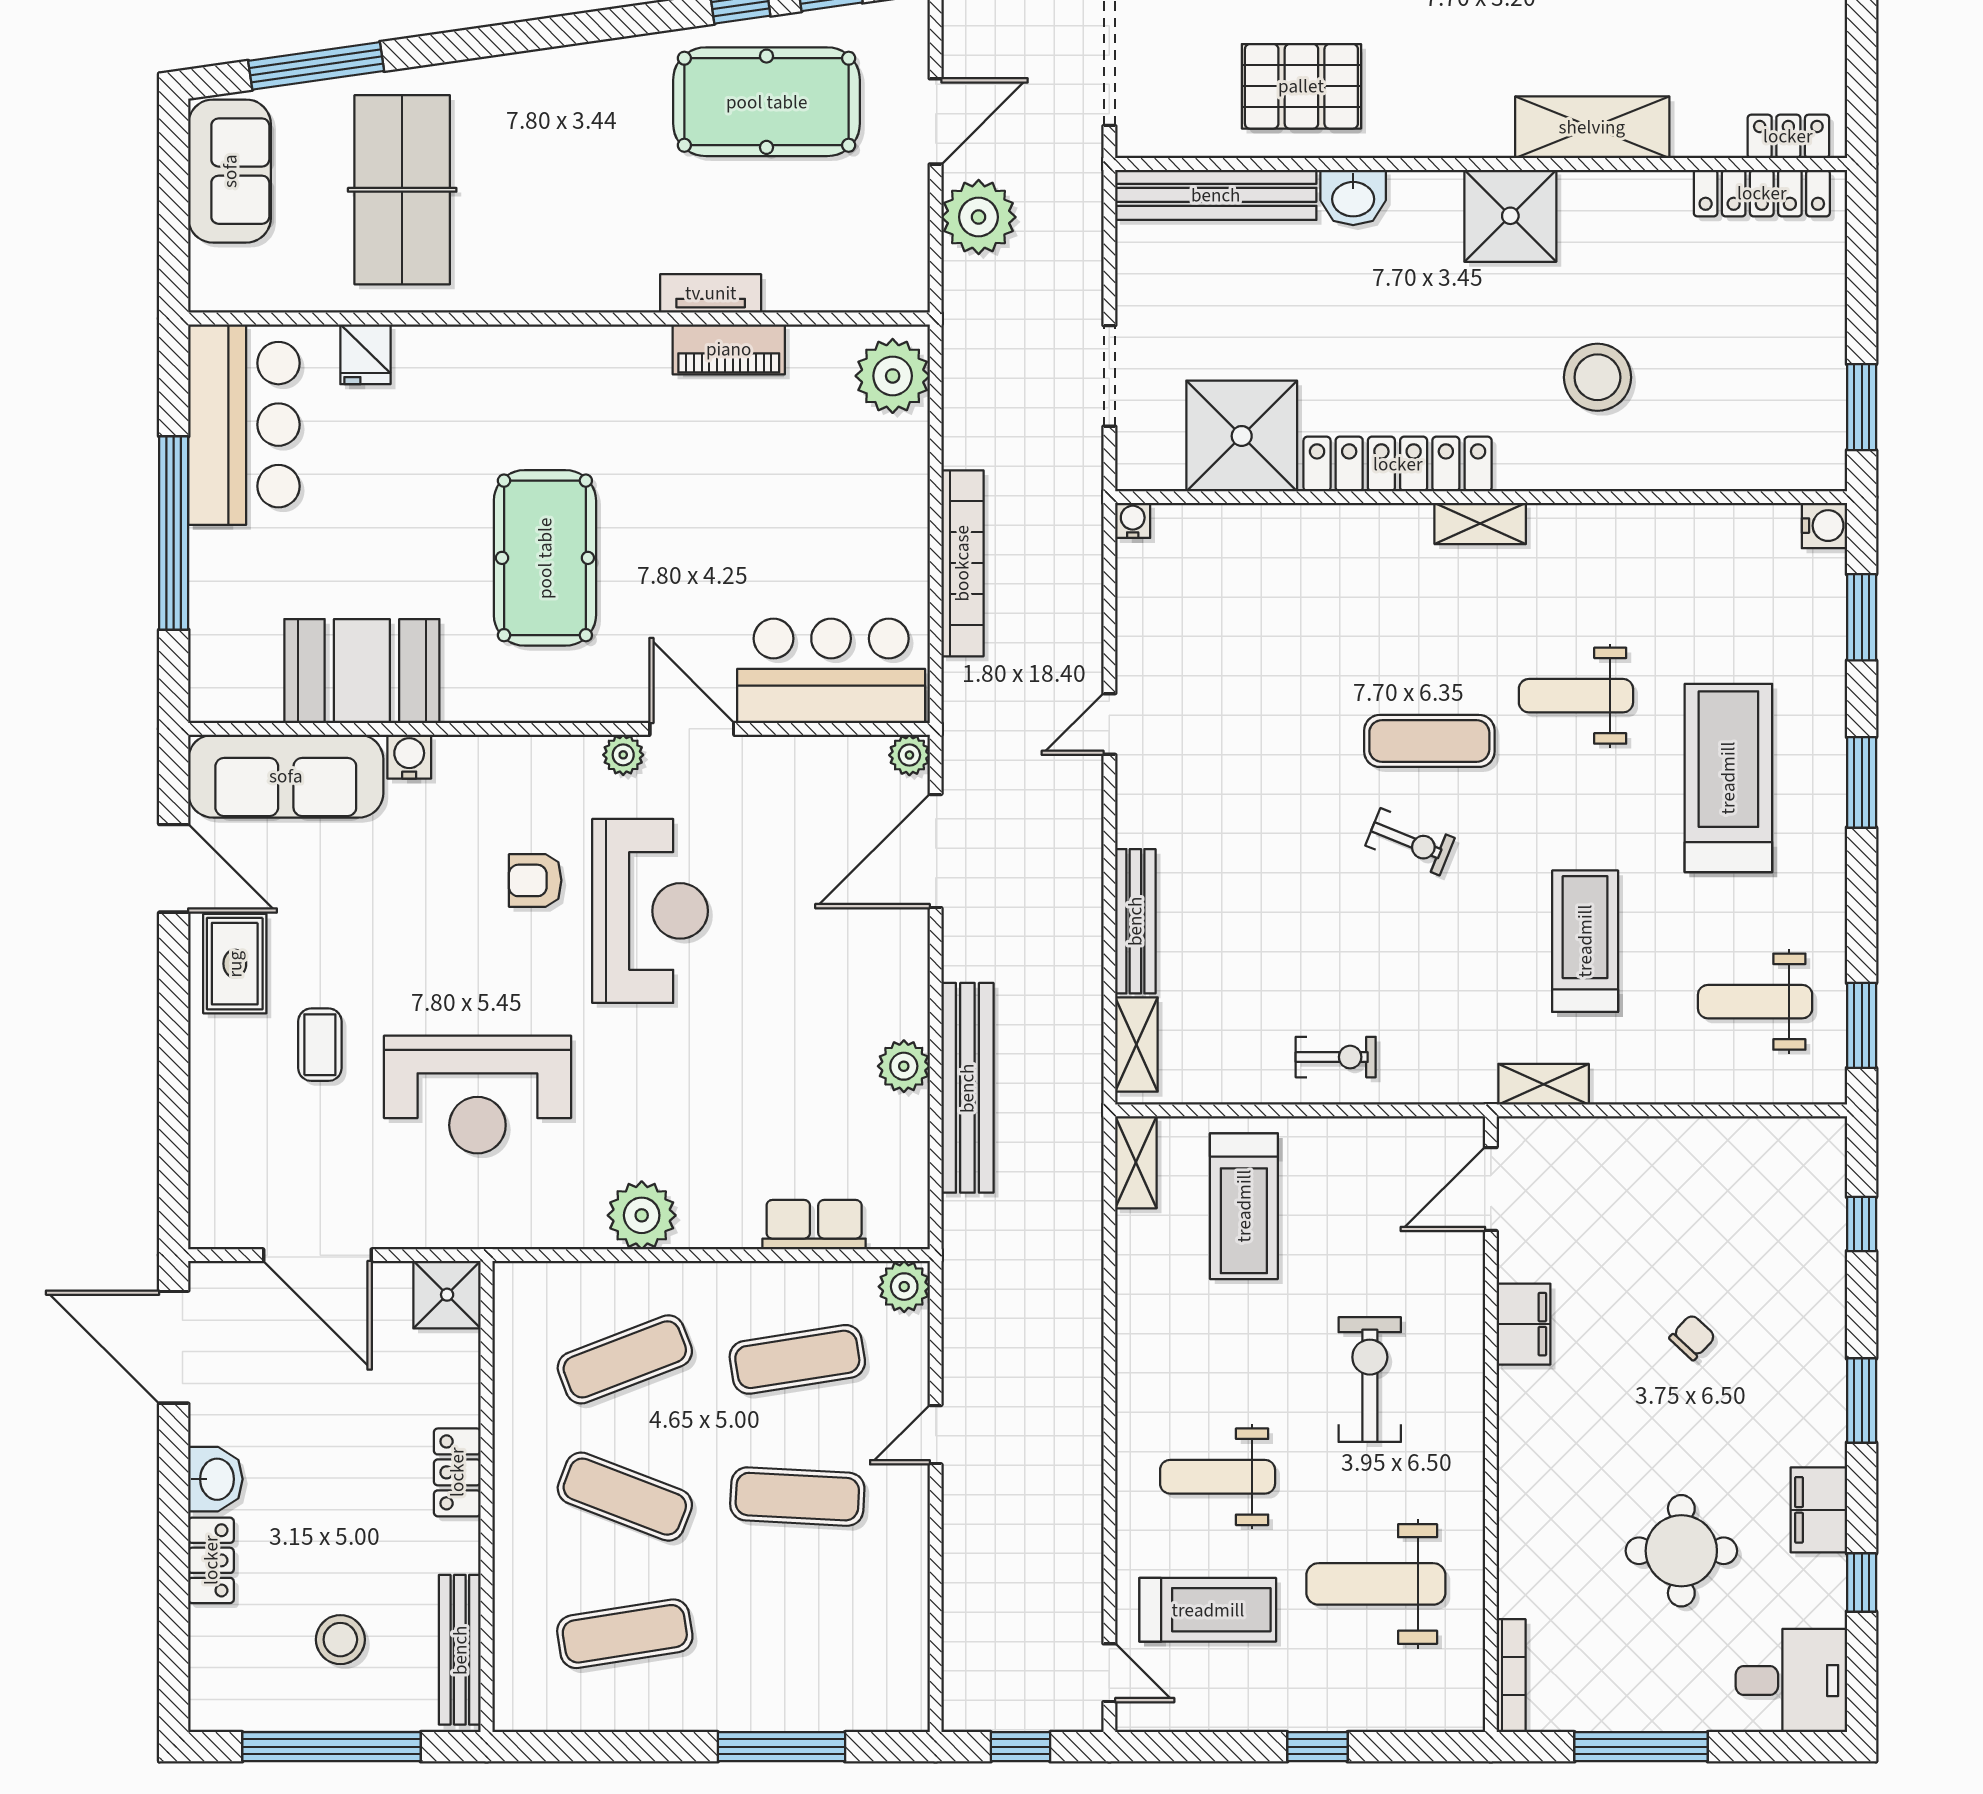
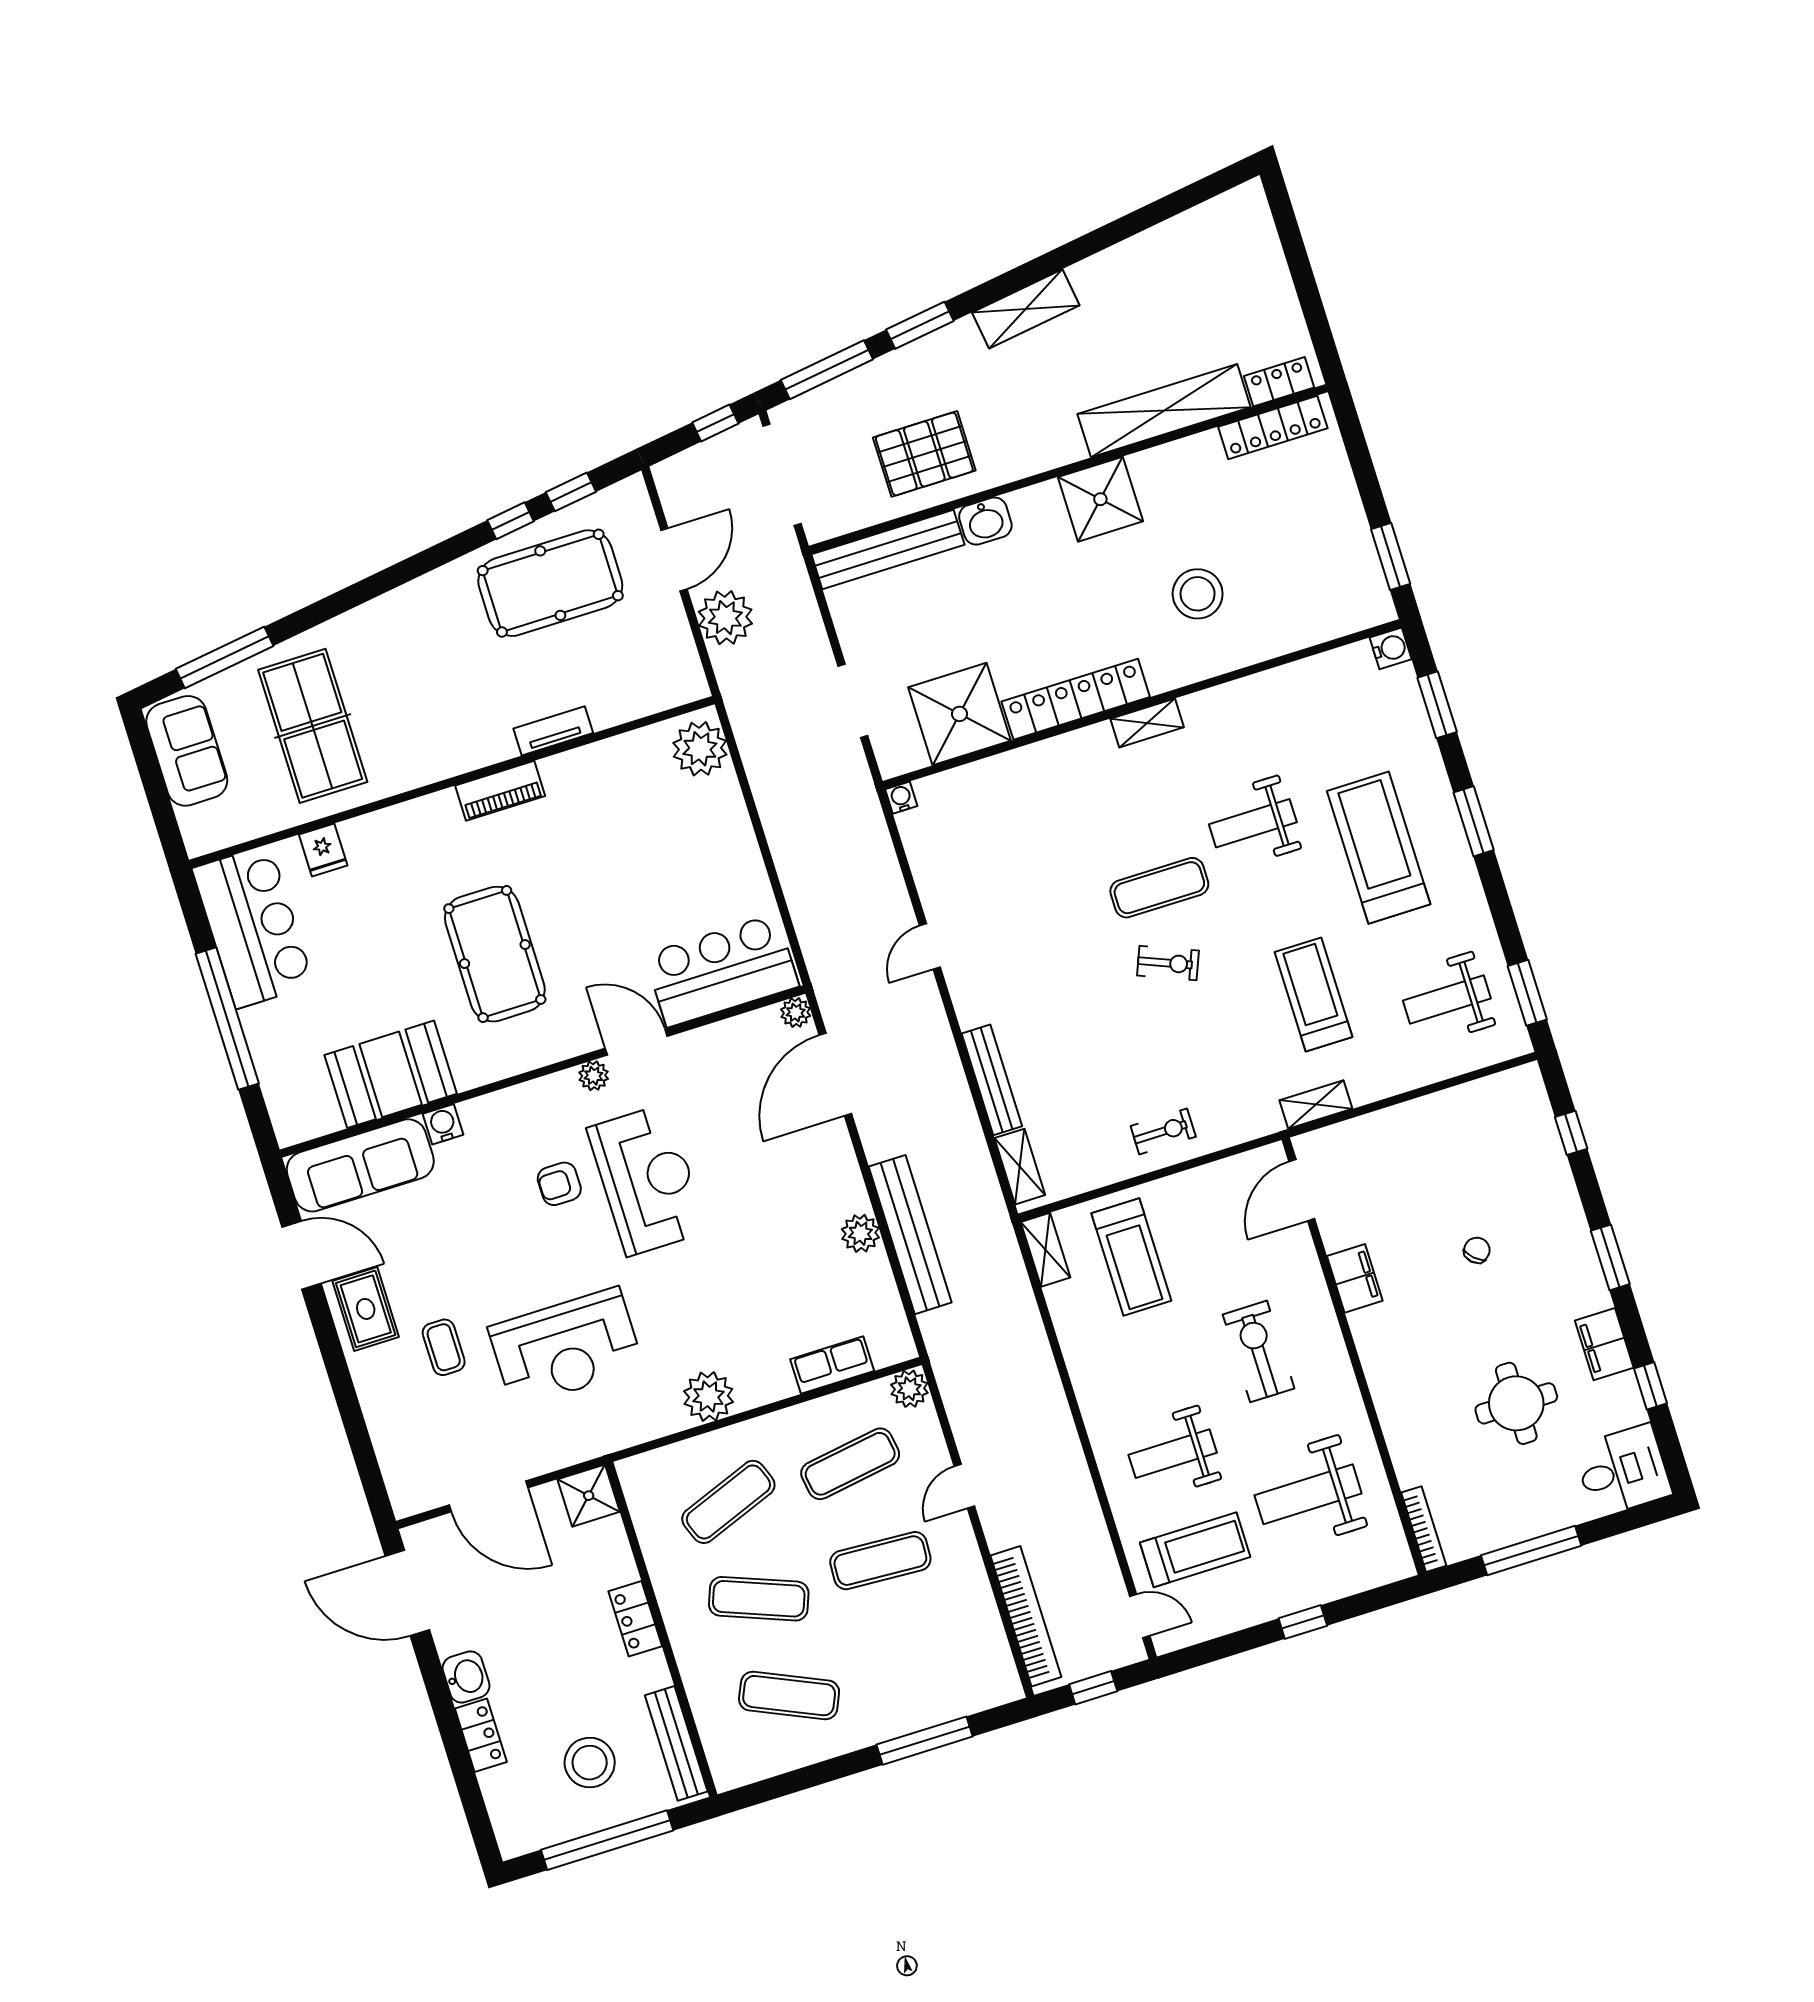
shelving: (1592, 127) -> (1164, 411), width x1.47
piano: (729, 349) -> (500, 791), moved
bookcase: (962, 563) -> (1026, 1616), moved
exercise mat: (625, 1634) -> (789, 1696), turned 33
stool: (340, 1640) -> (590, 1763), width x1.38, depth x1.38

